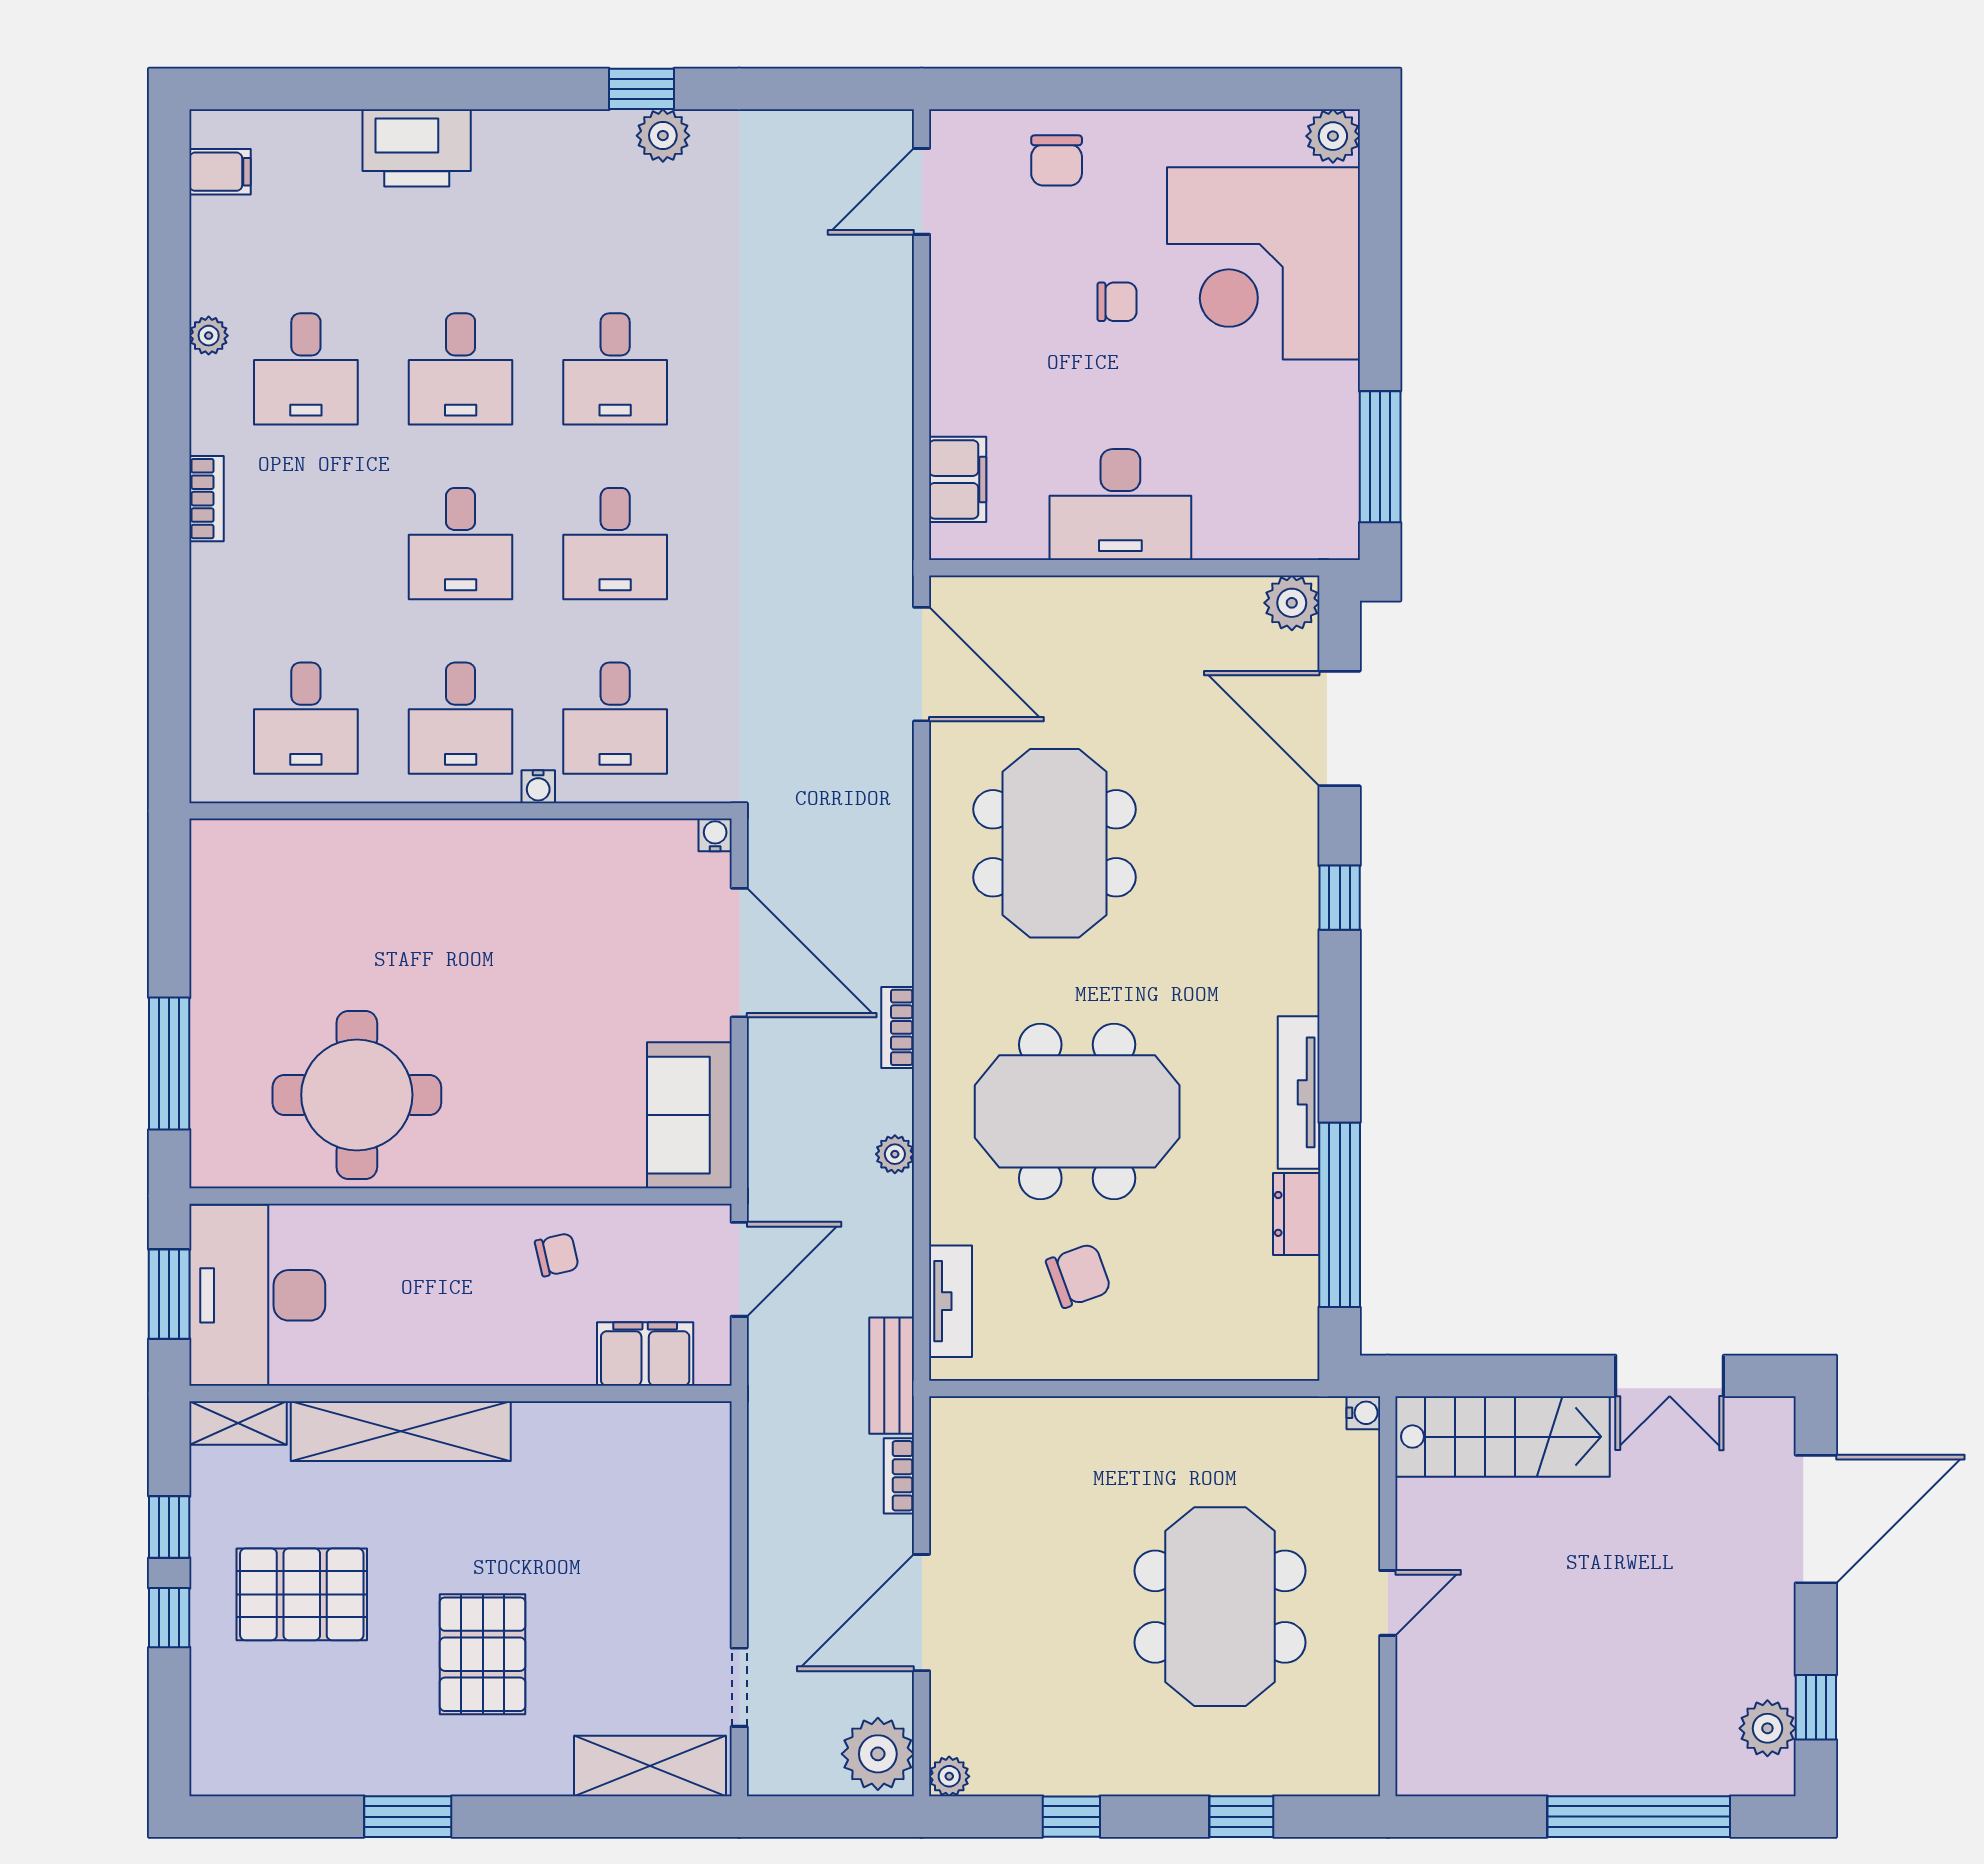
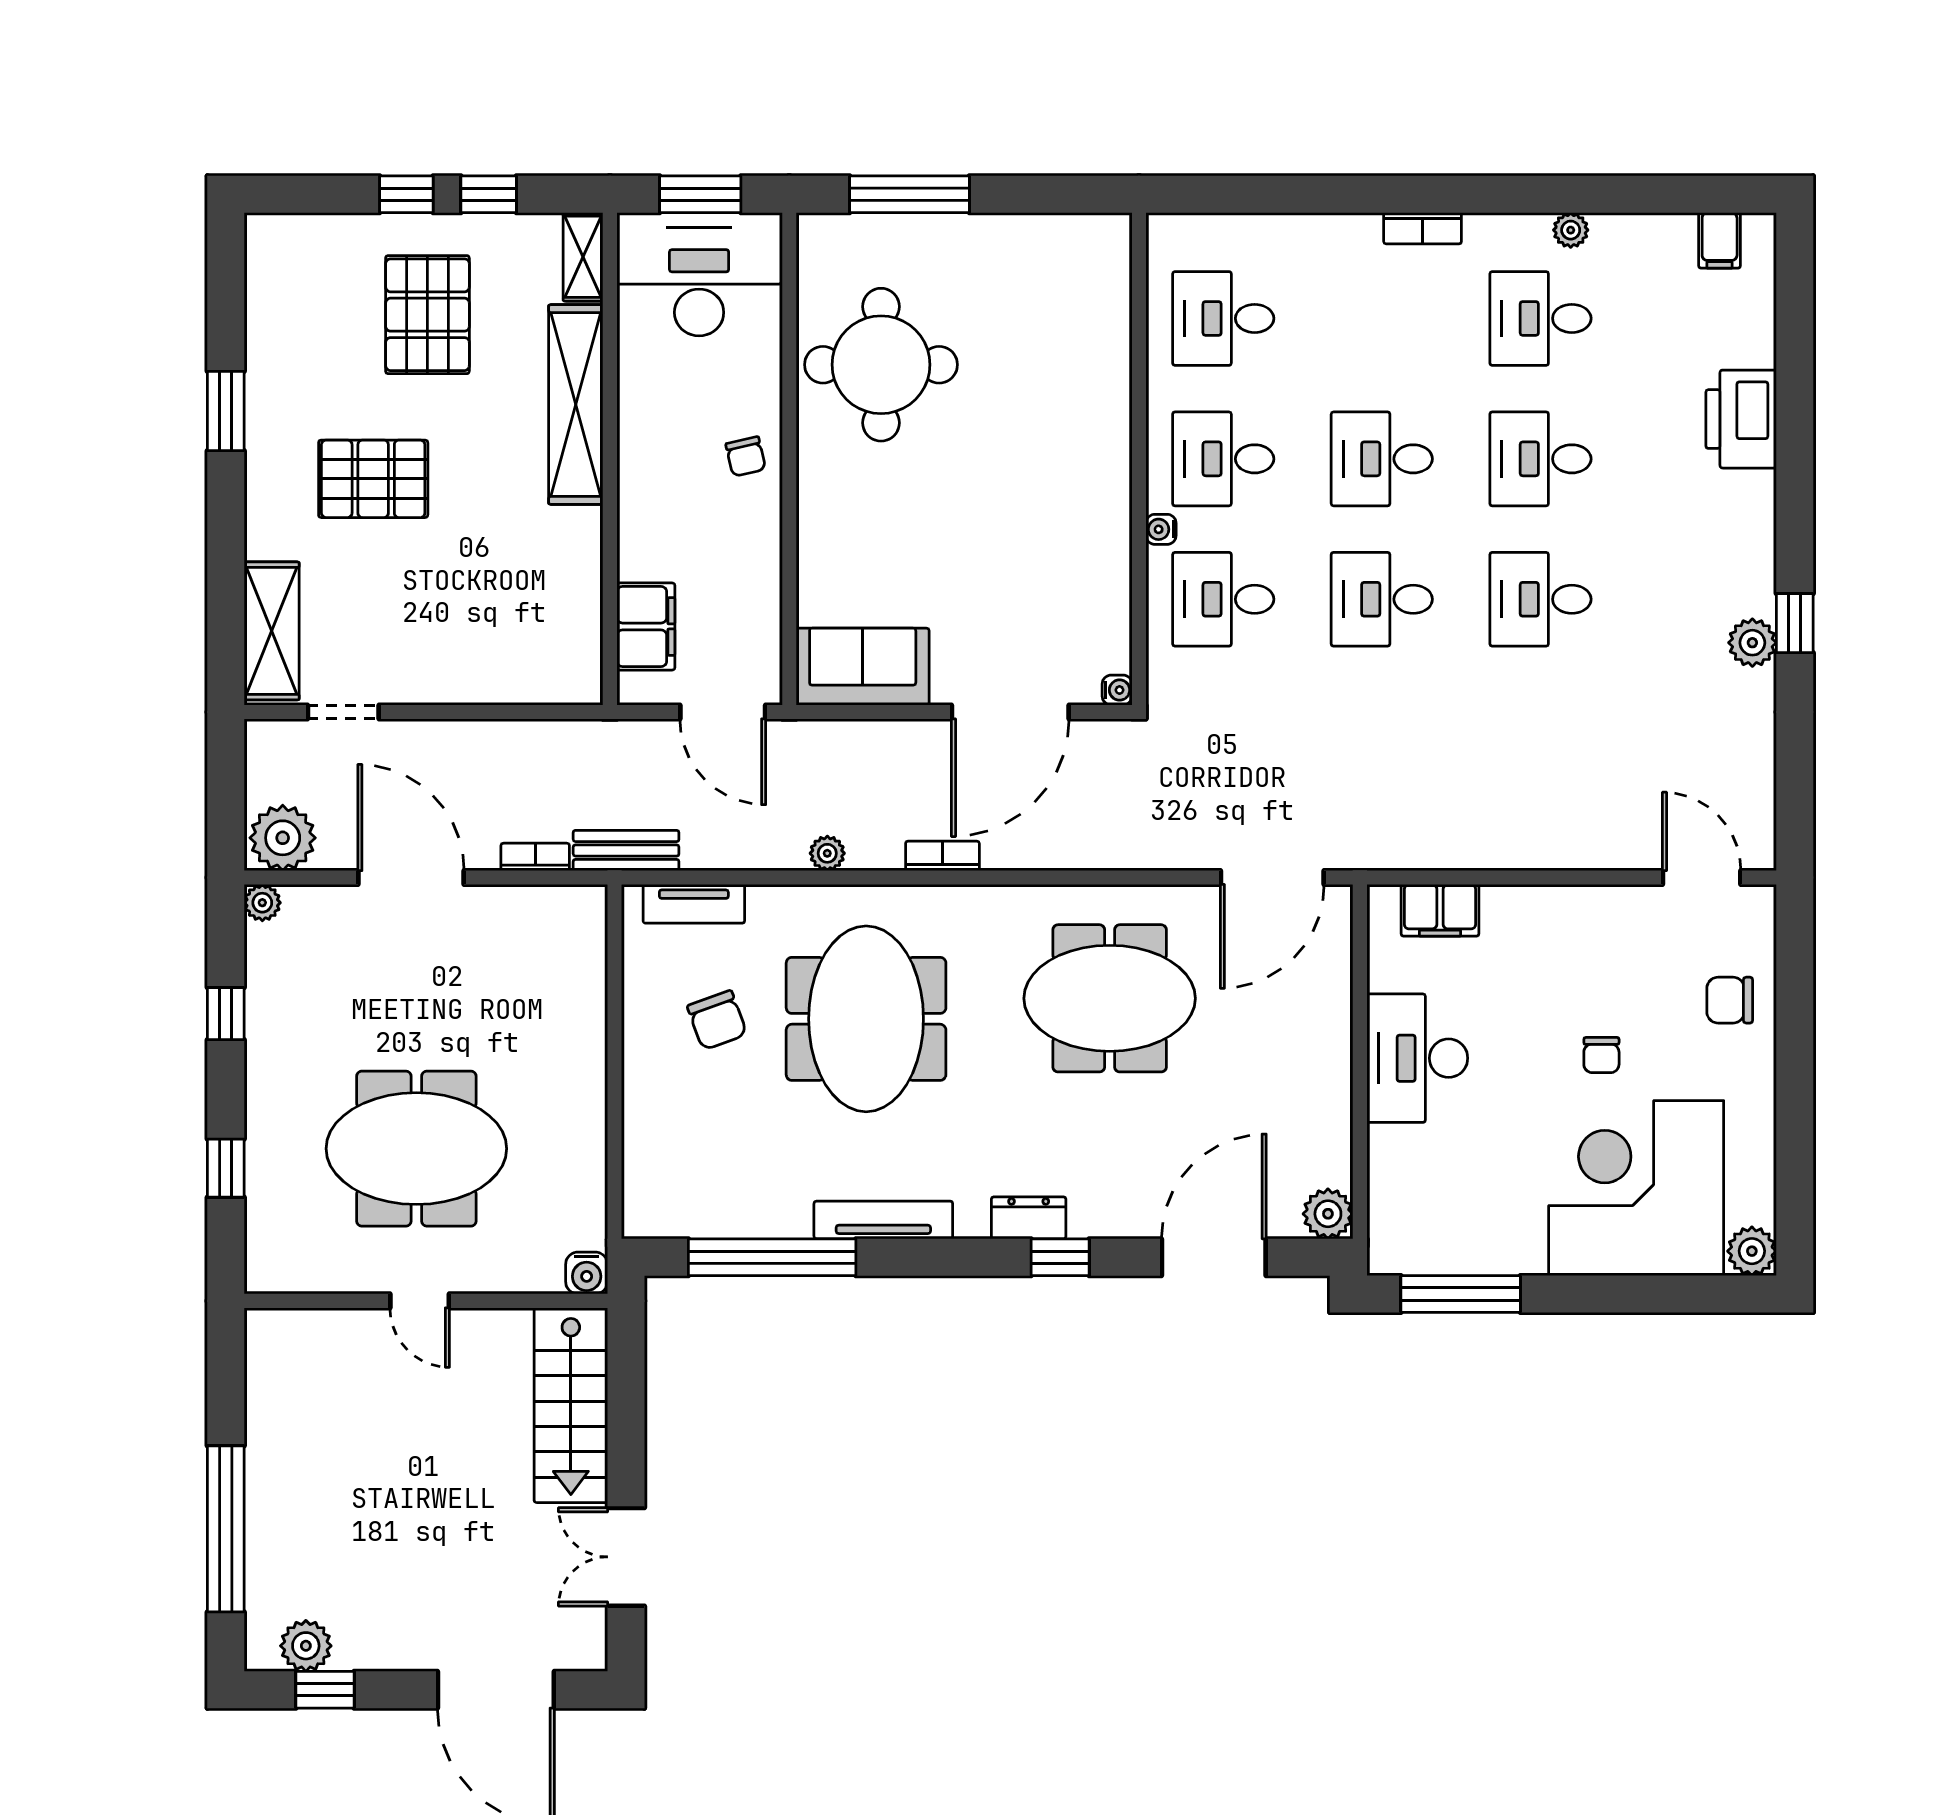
dresser: (1296, 1214) -> (1029, 1218), moved
chair: (557, 1255) -> (746, 456), moved
water cooler: (1363, 1413) -> (587, 1273), width x1.38, depth x1.38

